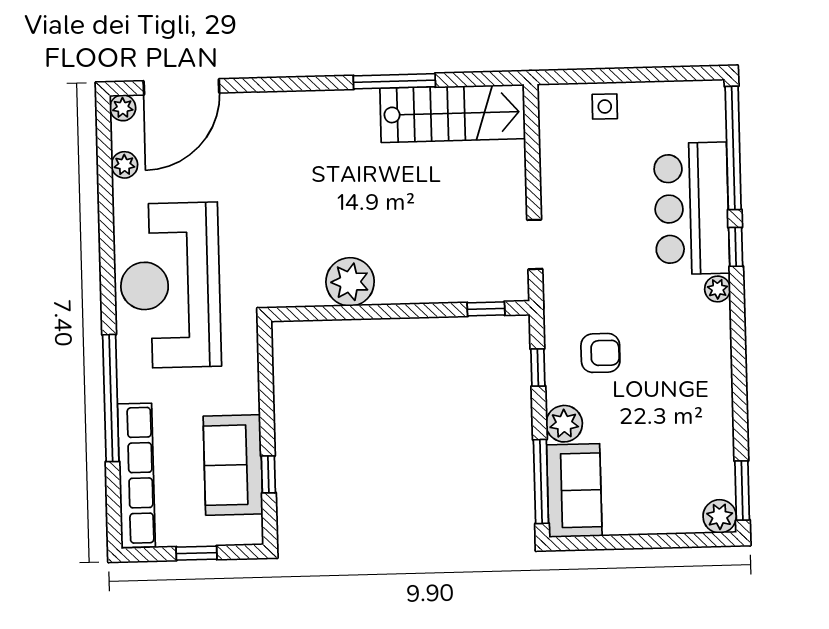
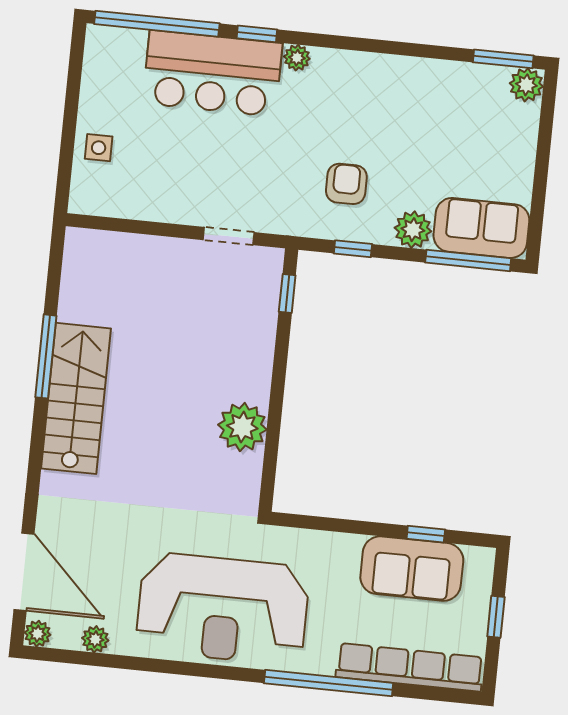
stairs: (453, 113) -> (76, 398), moved

